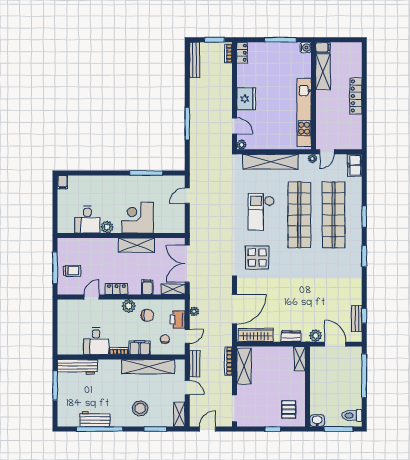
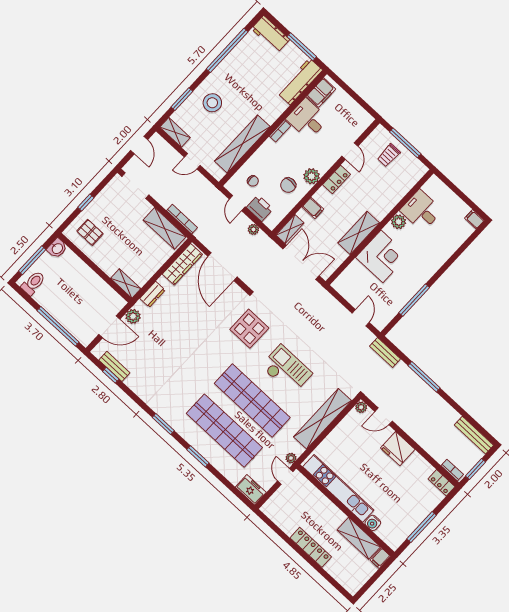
water cooler: (306, 48) -> (373, 523), moved
filing cabinet: (140, 348) -> (321, 93), moved
bench: (195, 364) -> (385, 353), moved
workbench: (95, 419) -> (270, 34), moved, turned 90

